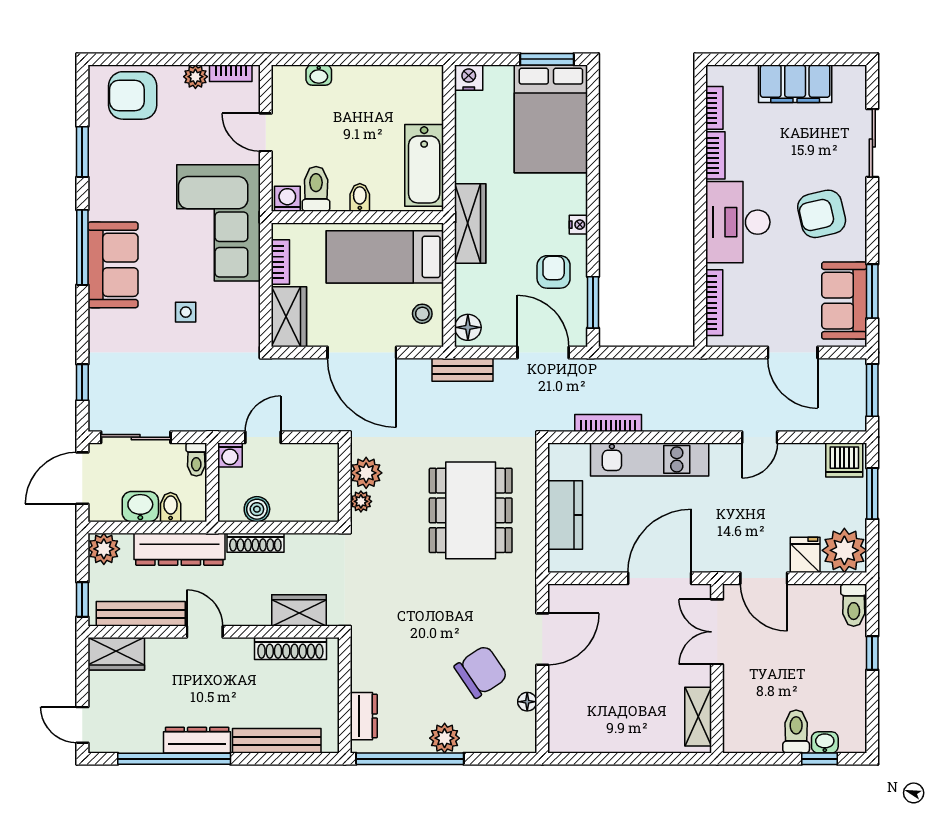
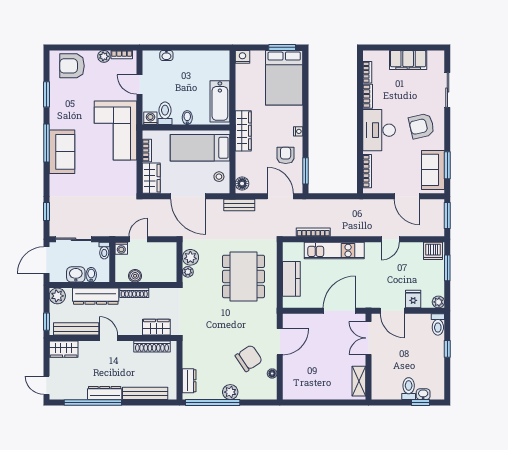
side table: (186, 312) -> (99, 176), removed
plant: (844, 550) -> (438, 302), width x0.53, depth x0.53

